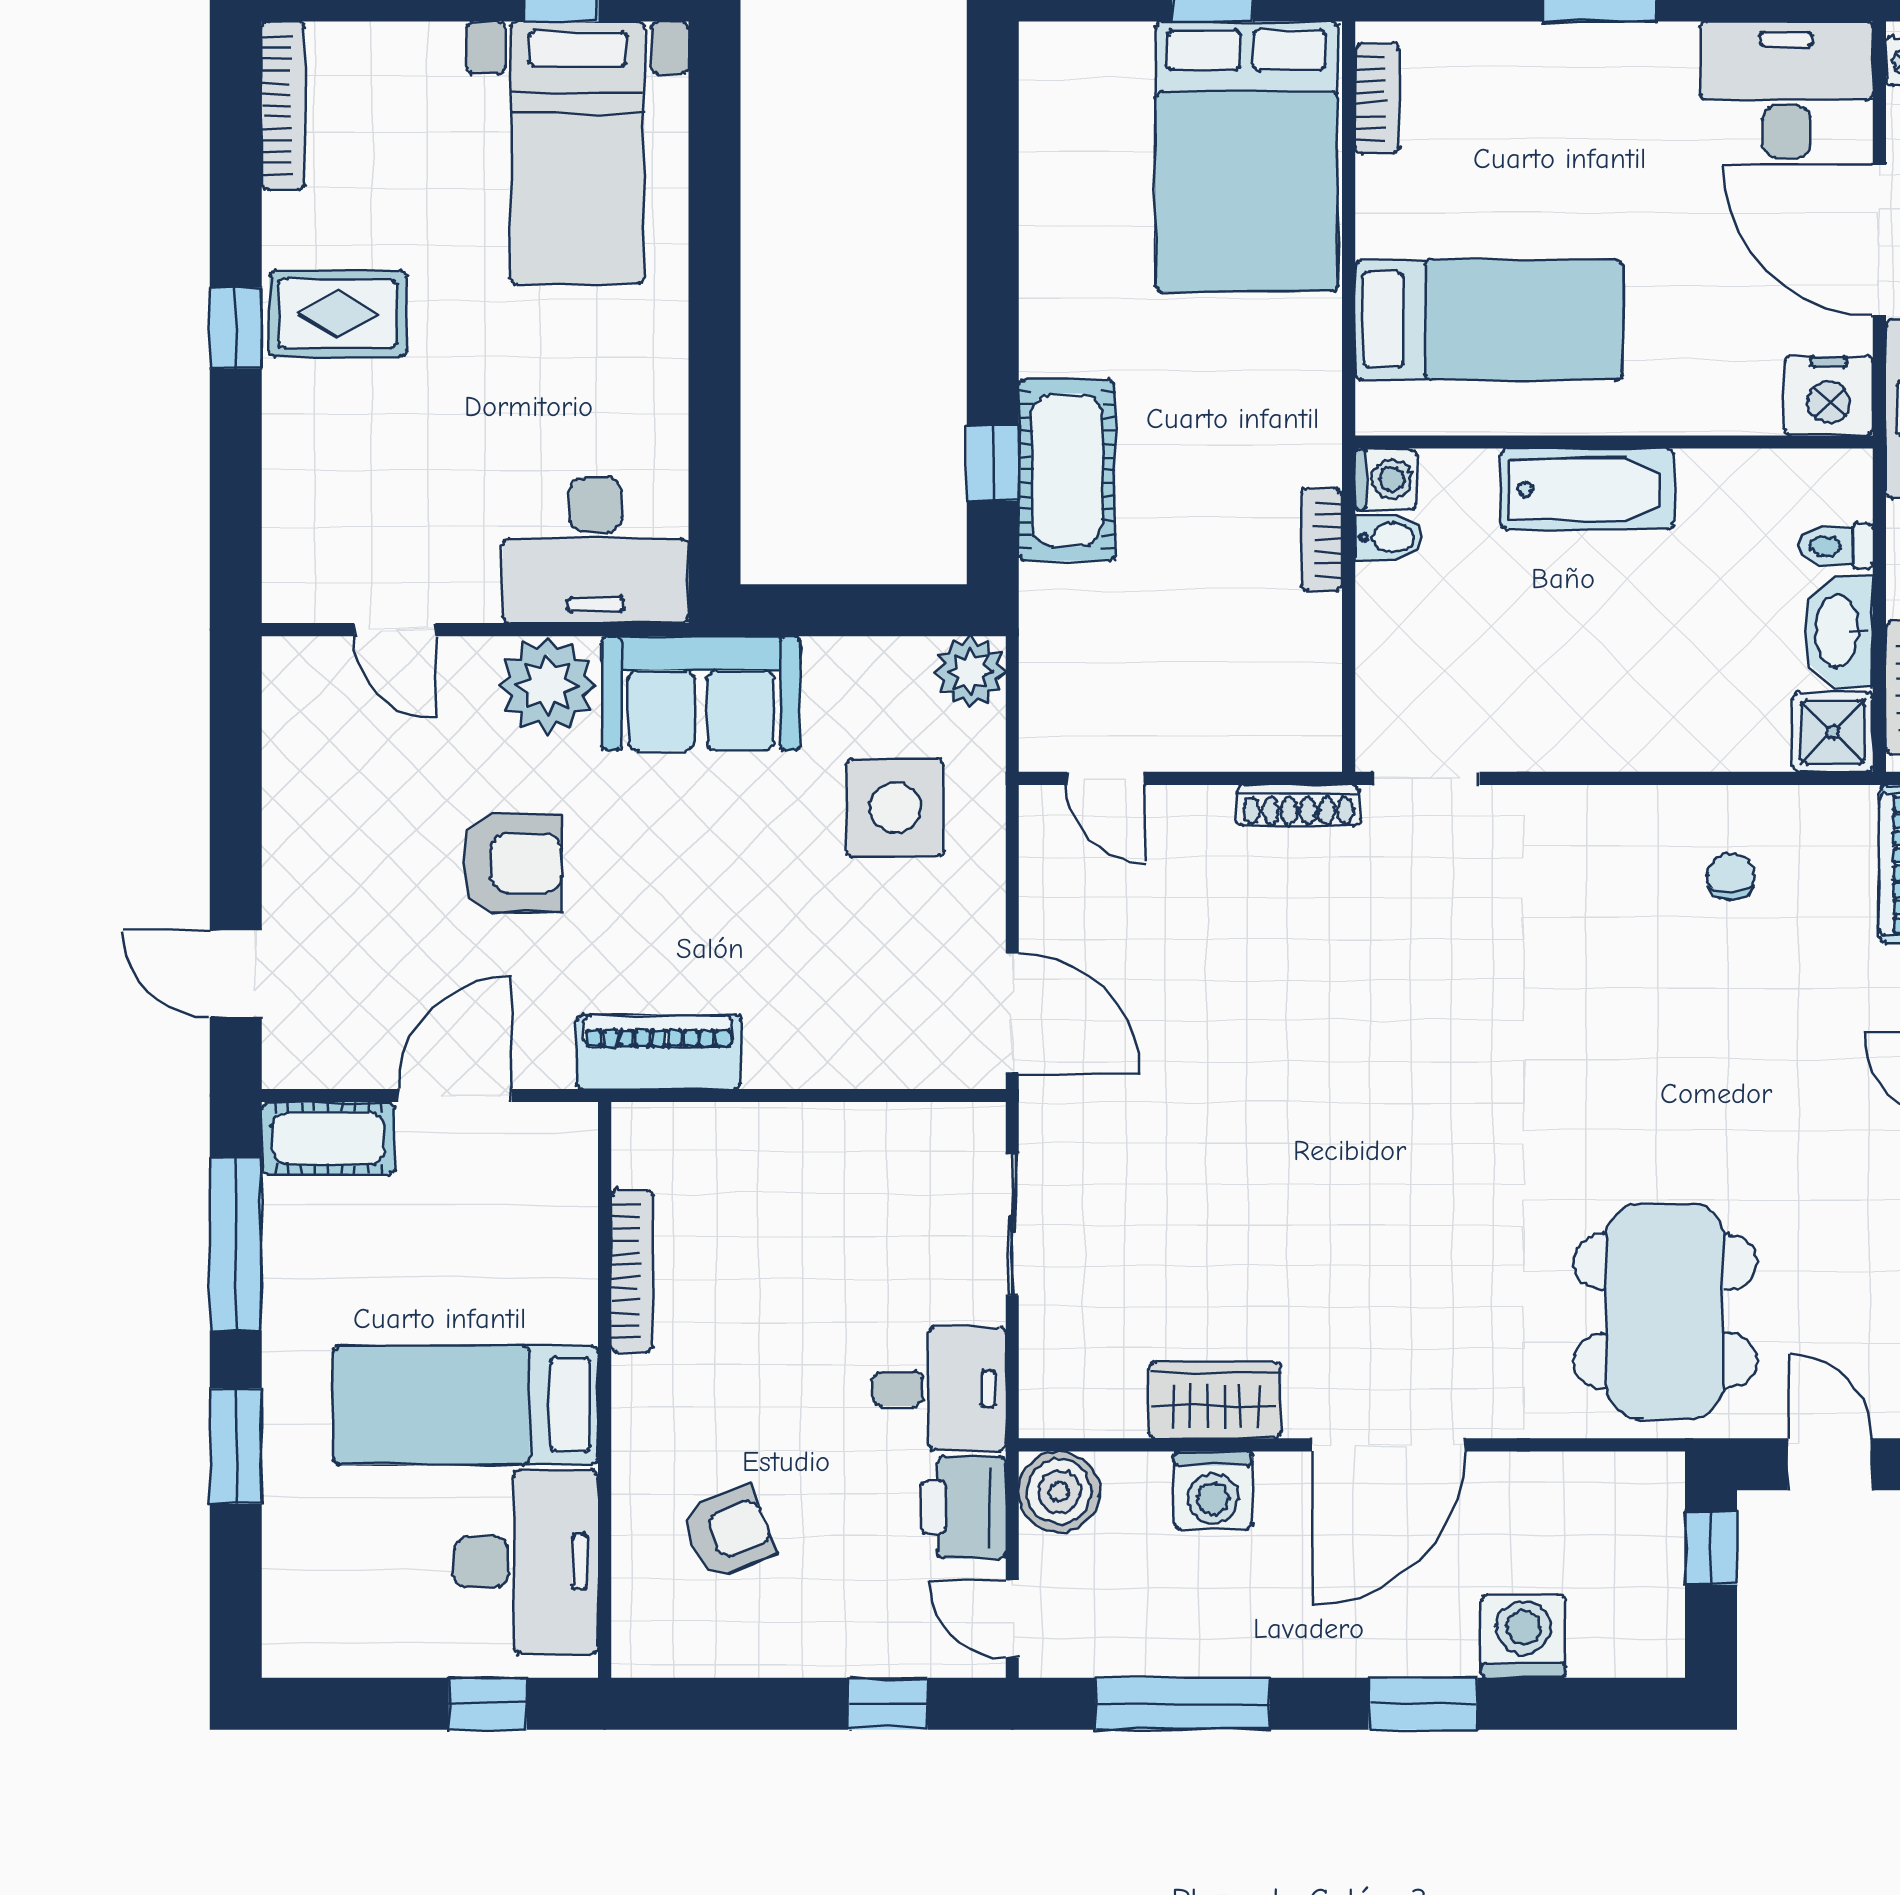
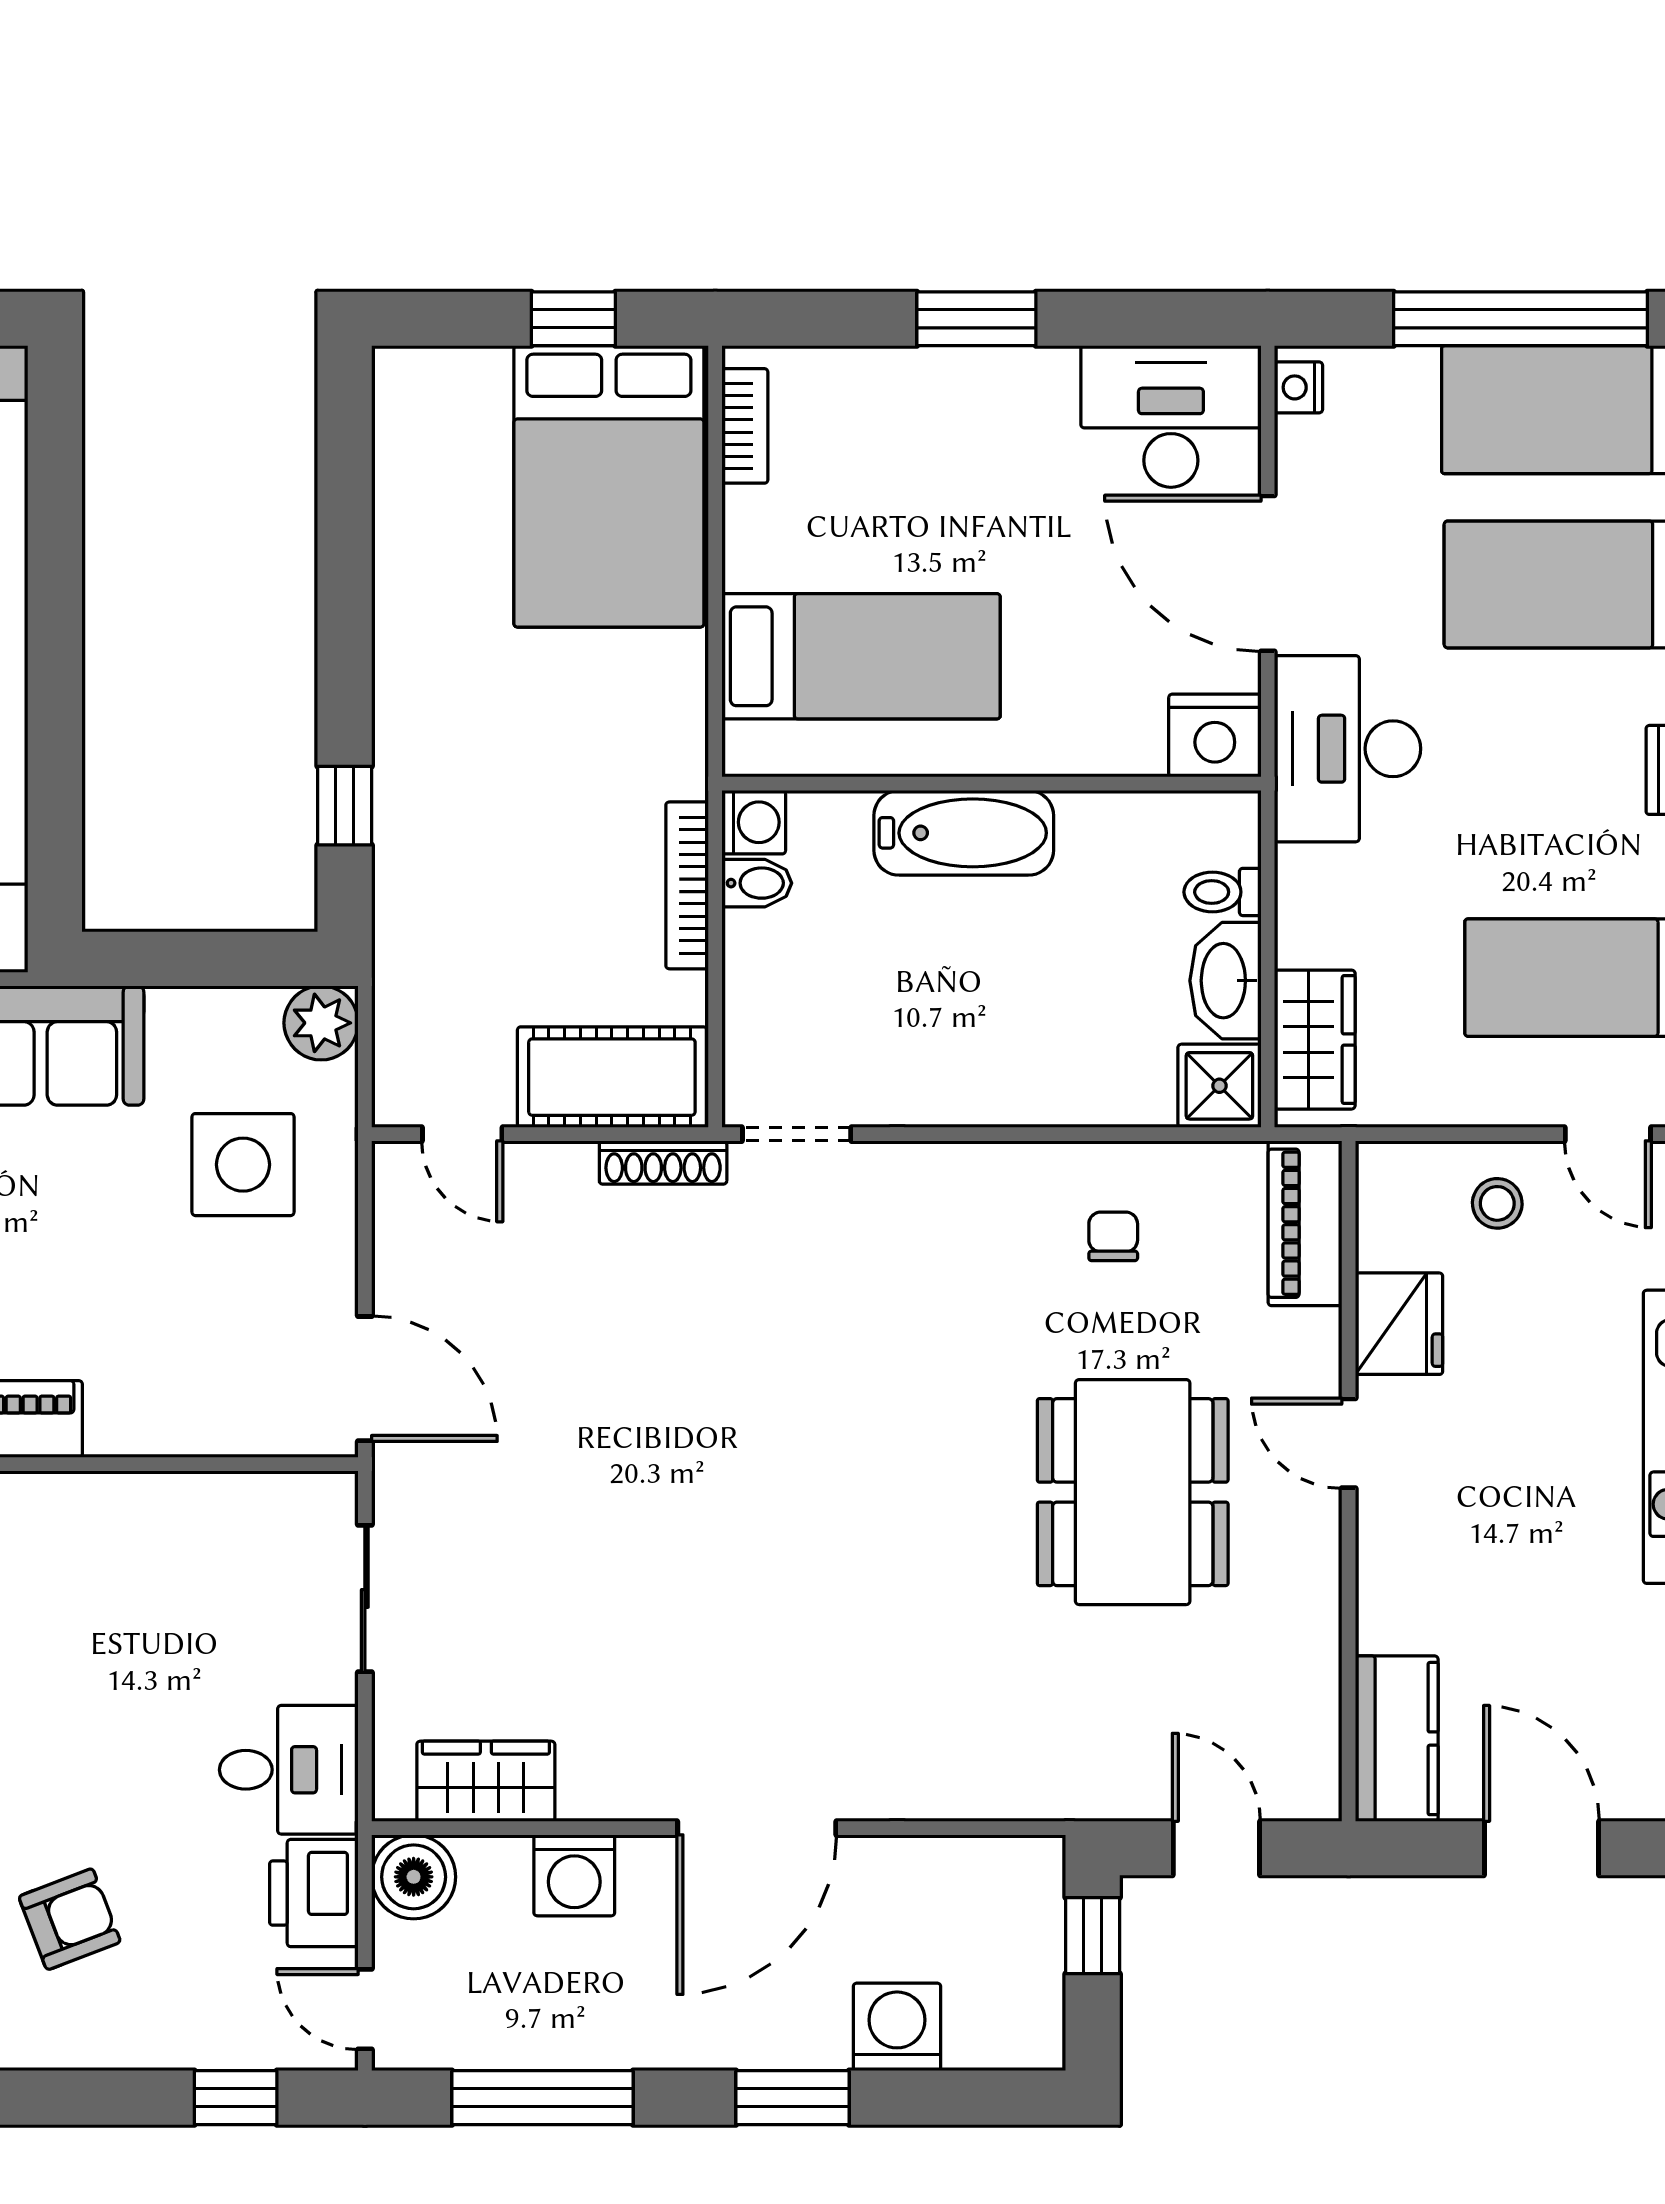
cot: (1067, 470) -> (612, 1077), moved, turned 90
bookcase: (1322, 540) -> (687, 885), width x1.56
dining table: (1665, 1311) -> (1133, 1492), moved
wardrobe: (1215, 1400) -> (486, 1781), moved

